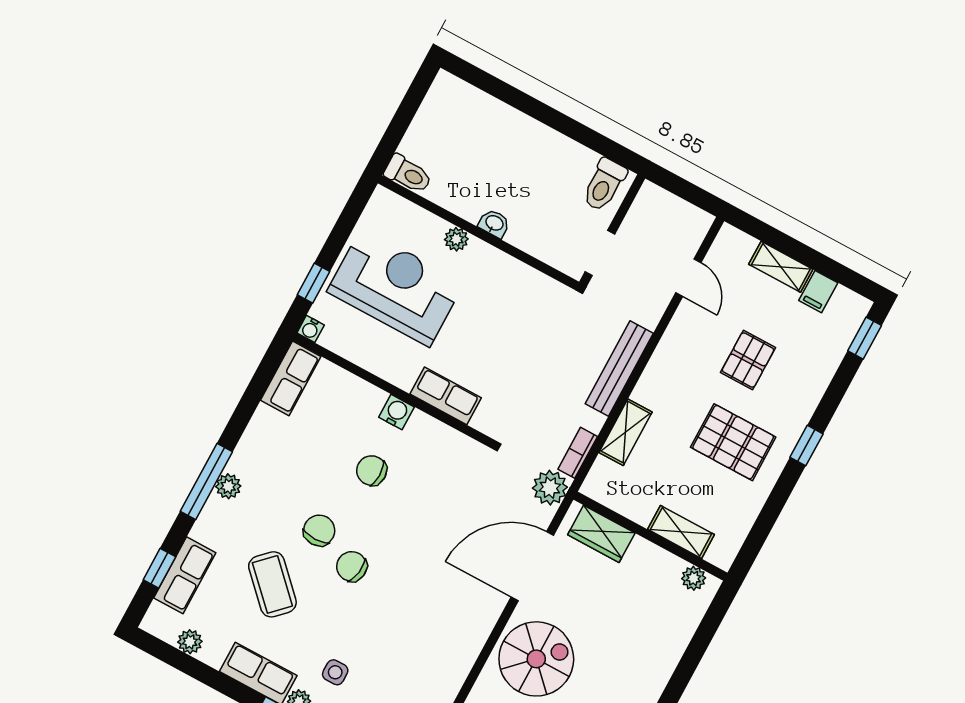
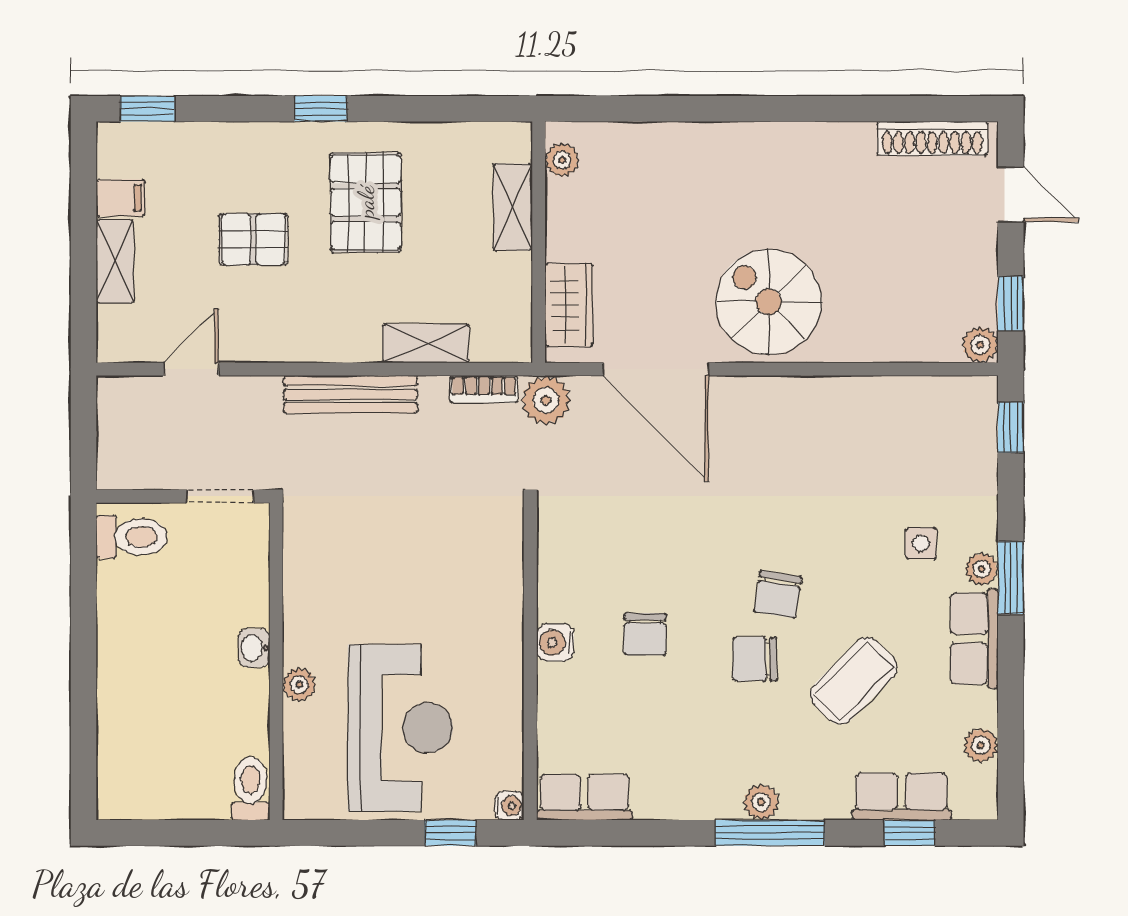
reception desk: (395, 287) -> (400, 728), turned 180
row of seats: (446, 396) -> (502, 592), removed

